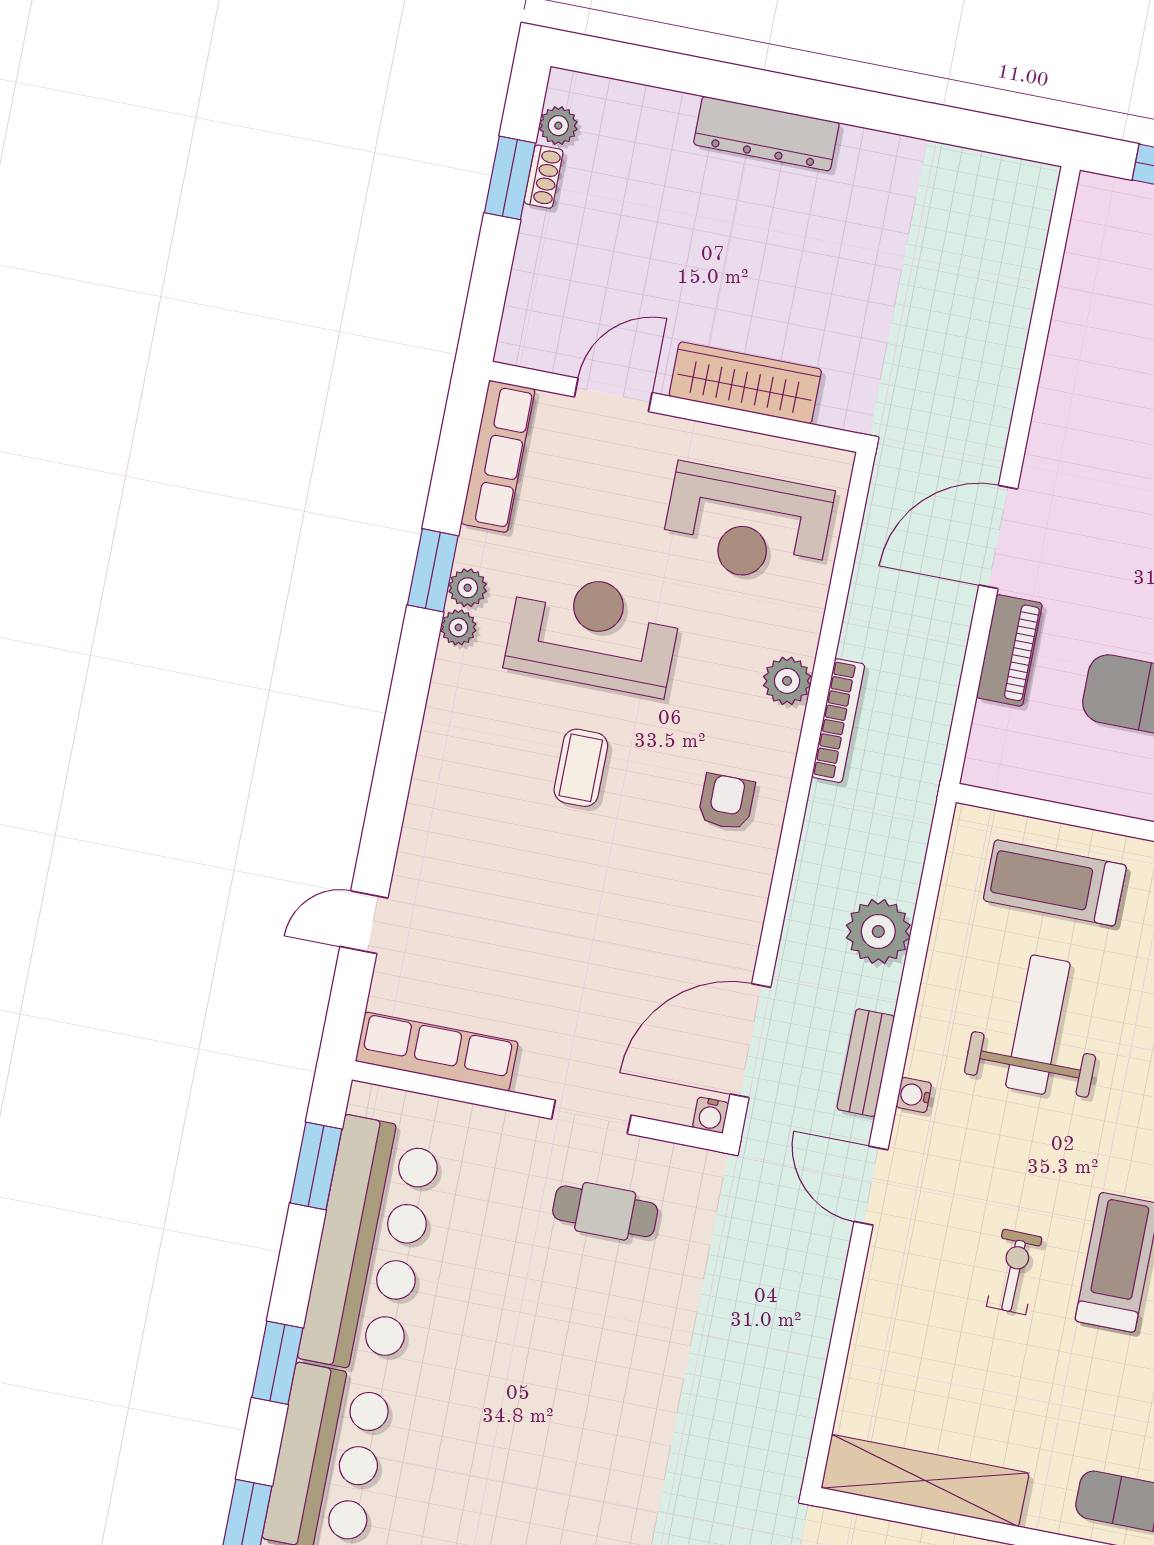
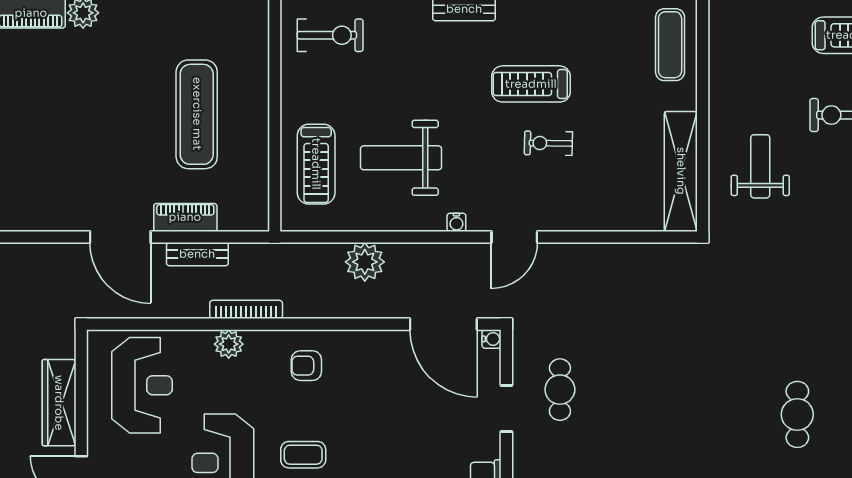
bench: (866, 1063) -> (197, 254), moved

